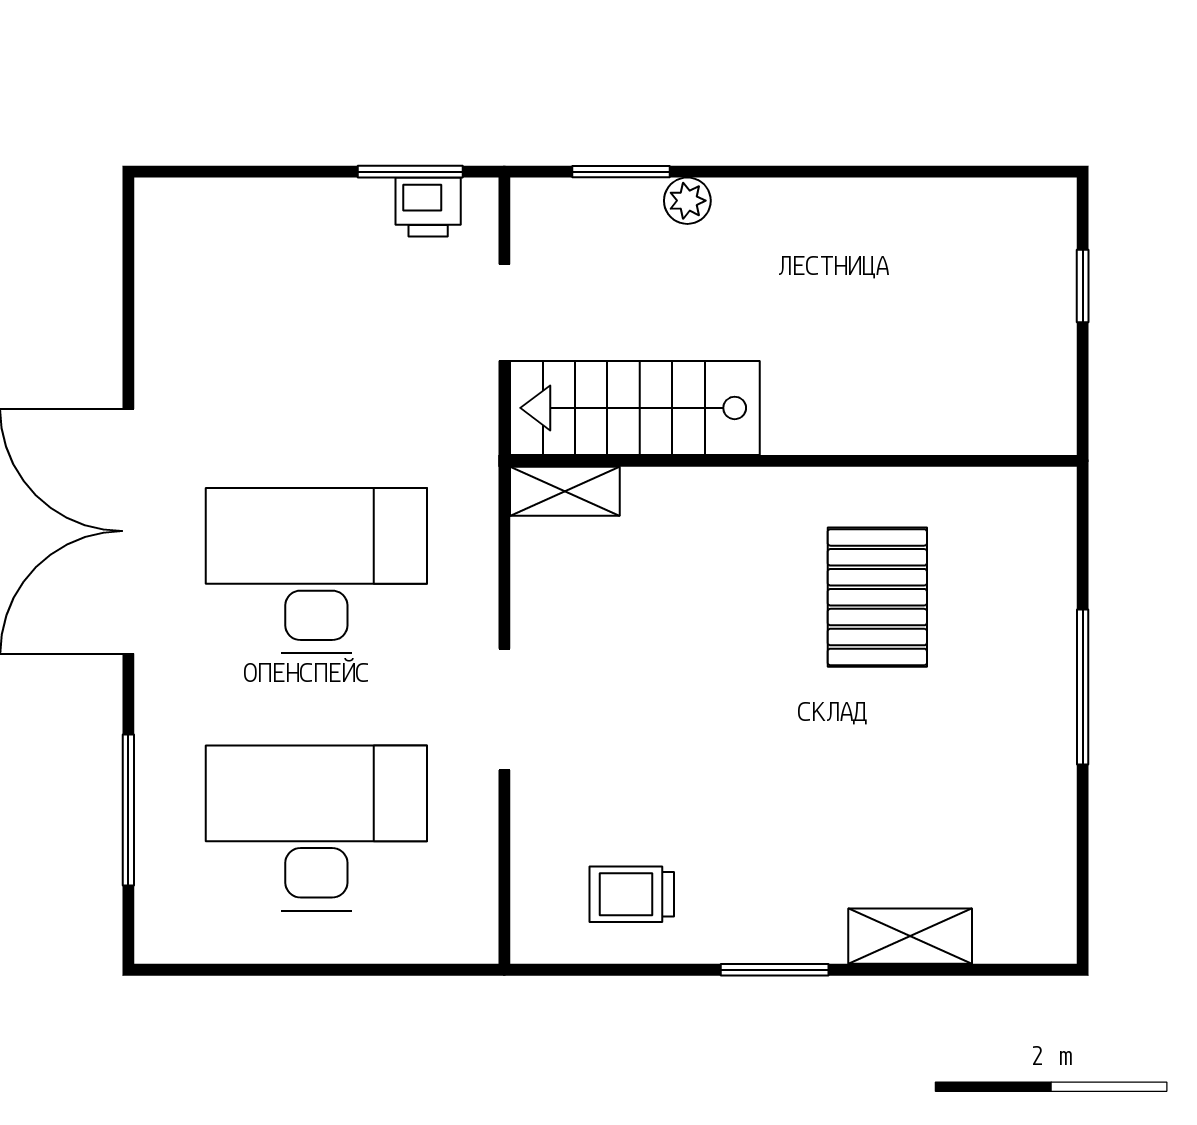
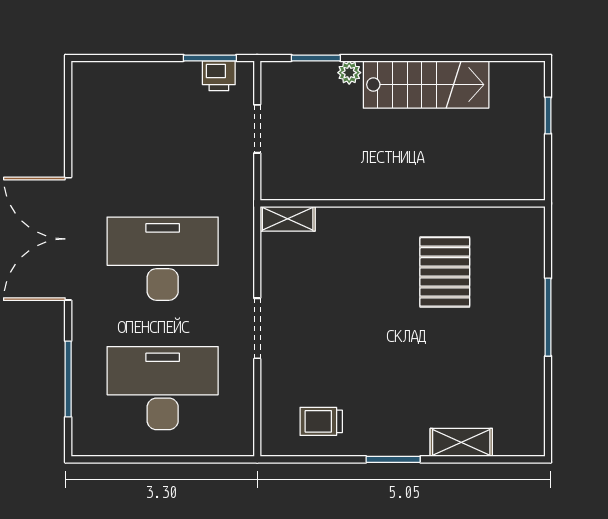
stairs: (635, 408) -> (426, 85), moved, turned 180

